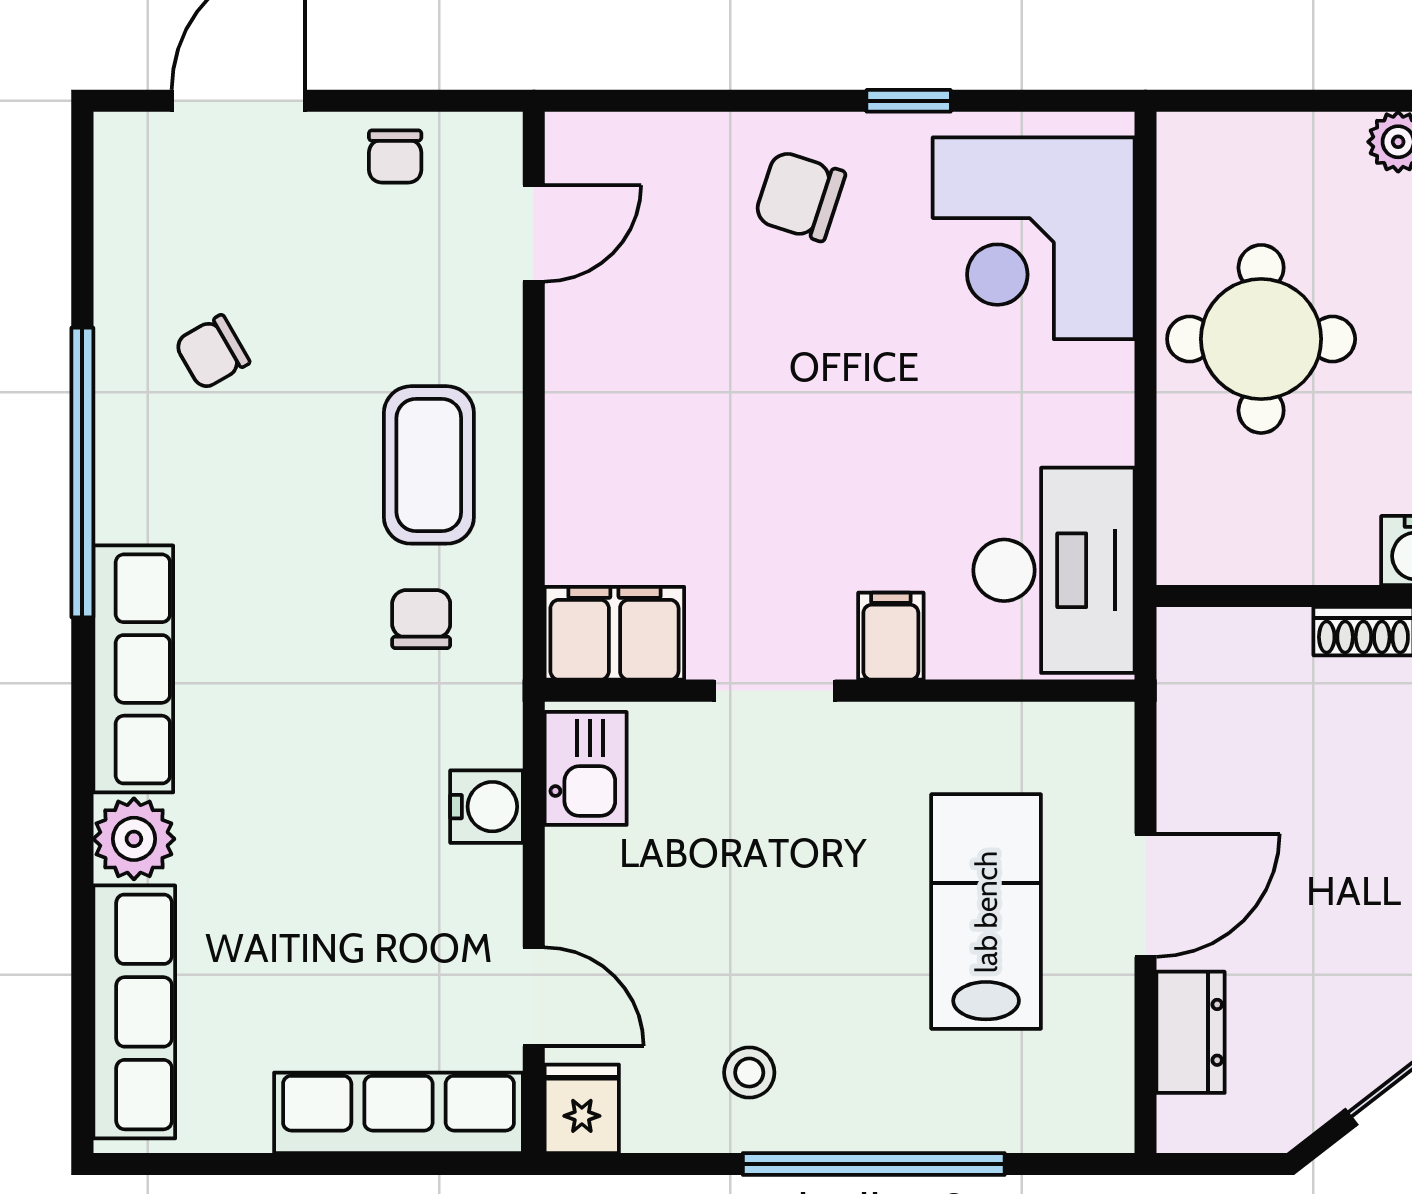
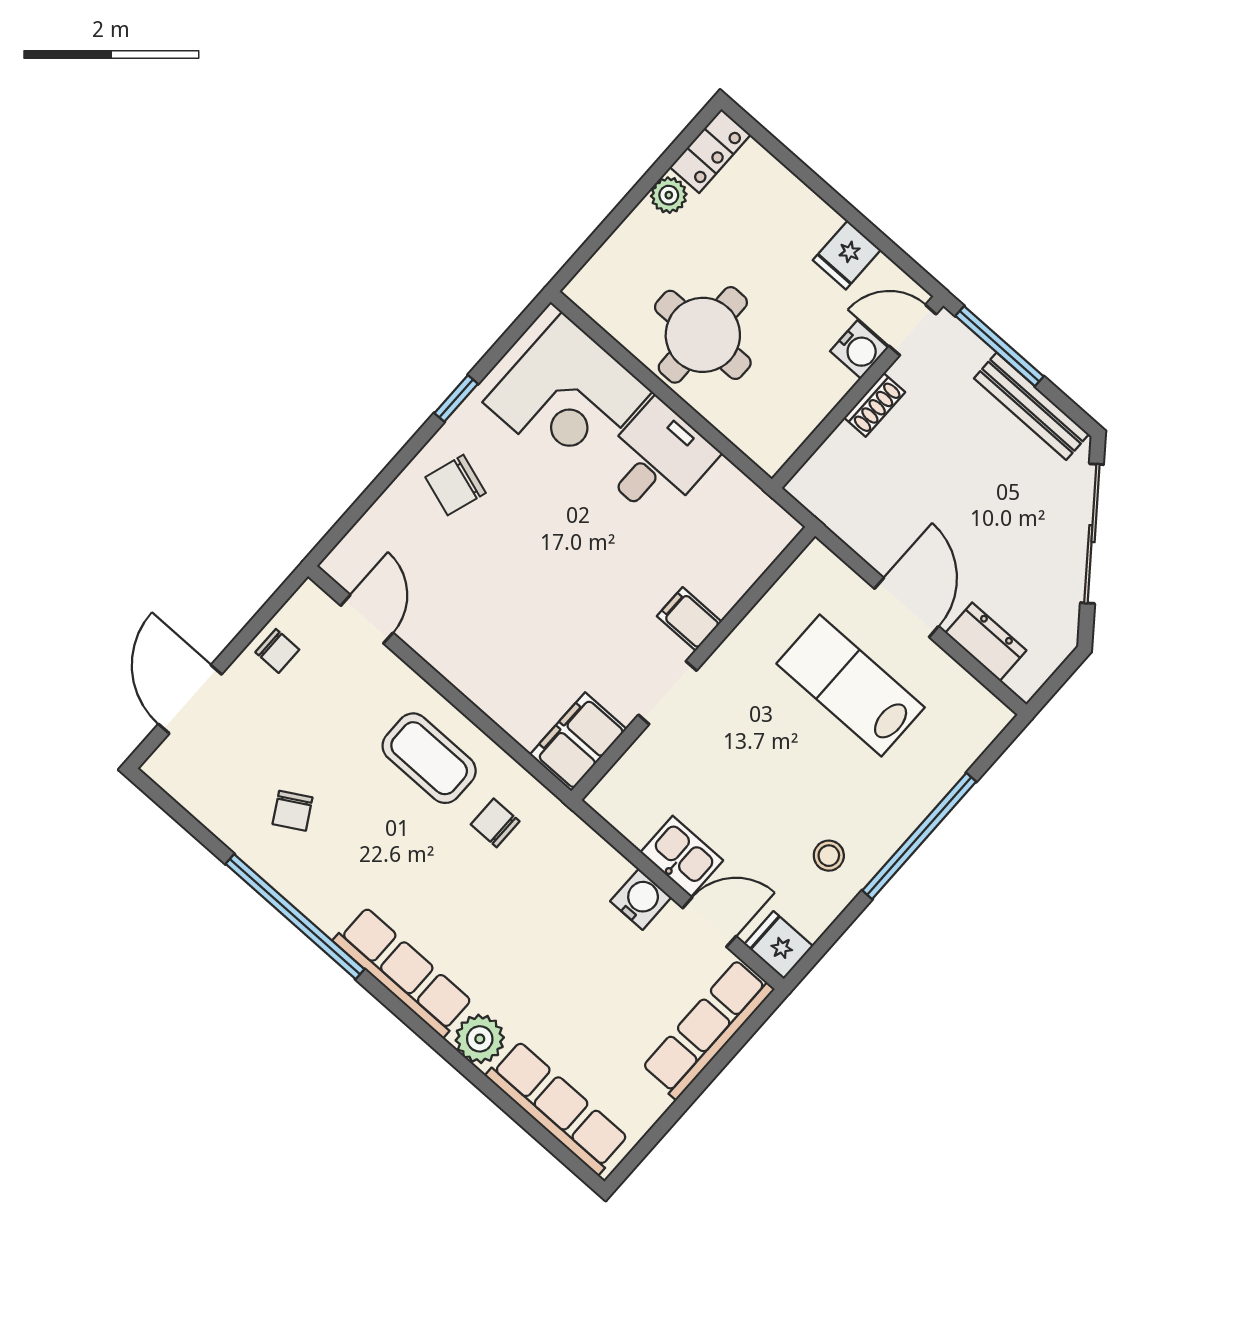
desk: (1054, 570) -> (657, 460), moved, width x0.73
kitchen sink: (586, 768) -> (682, 856), moved
water cooler: (487, 807) -> (641, 899), moved

